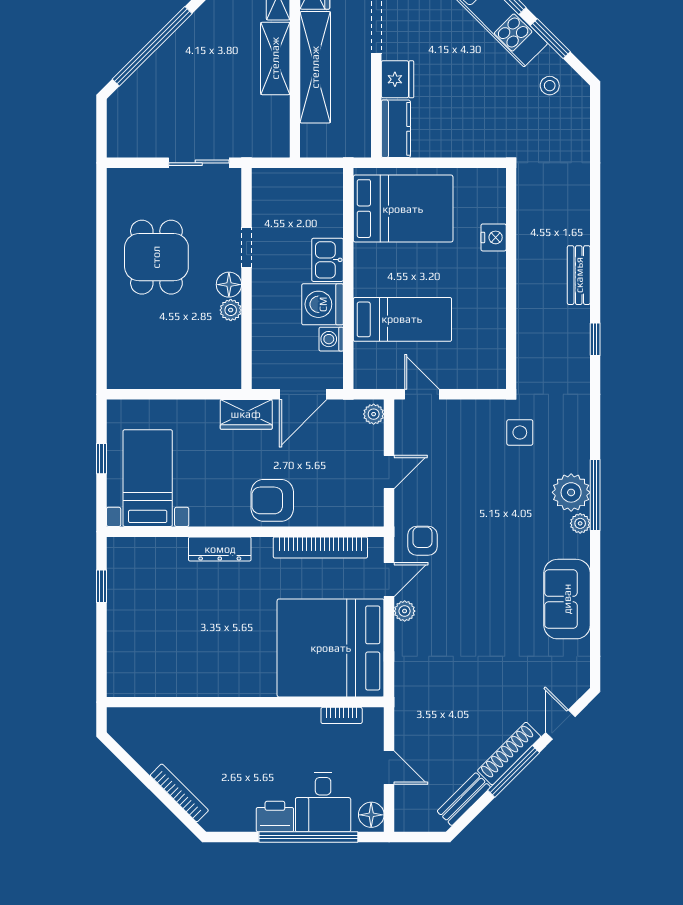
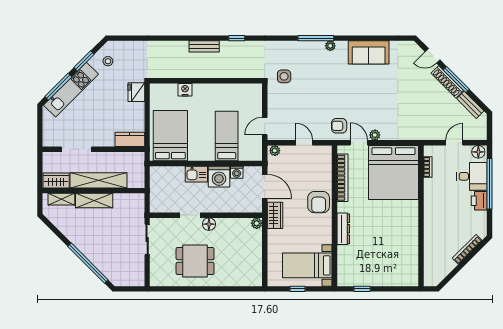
fridge: (397, 79) -> (136, 92), moved, turned -90
plant: (231, 310) -> (257, 223), moved
plant: (571, 492) -> (315, 50), removed

